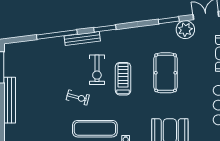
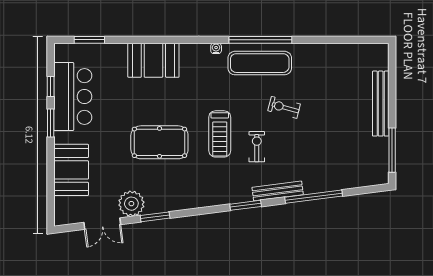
exercise bike: (97, 70) -> (257, 147), width x0.73, depth x0.72
pool table: (166, 73) -> (159, 142), turned 90

